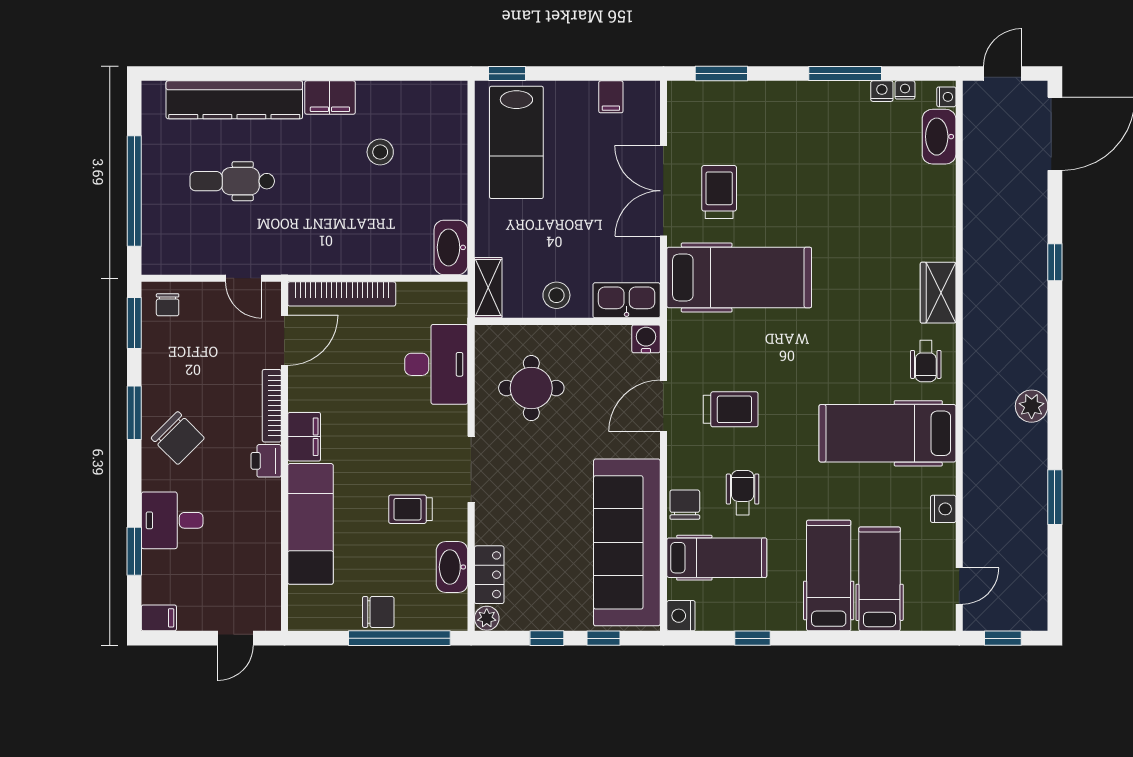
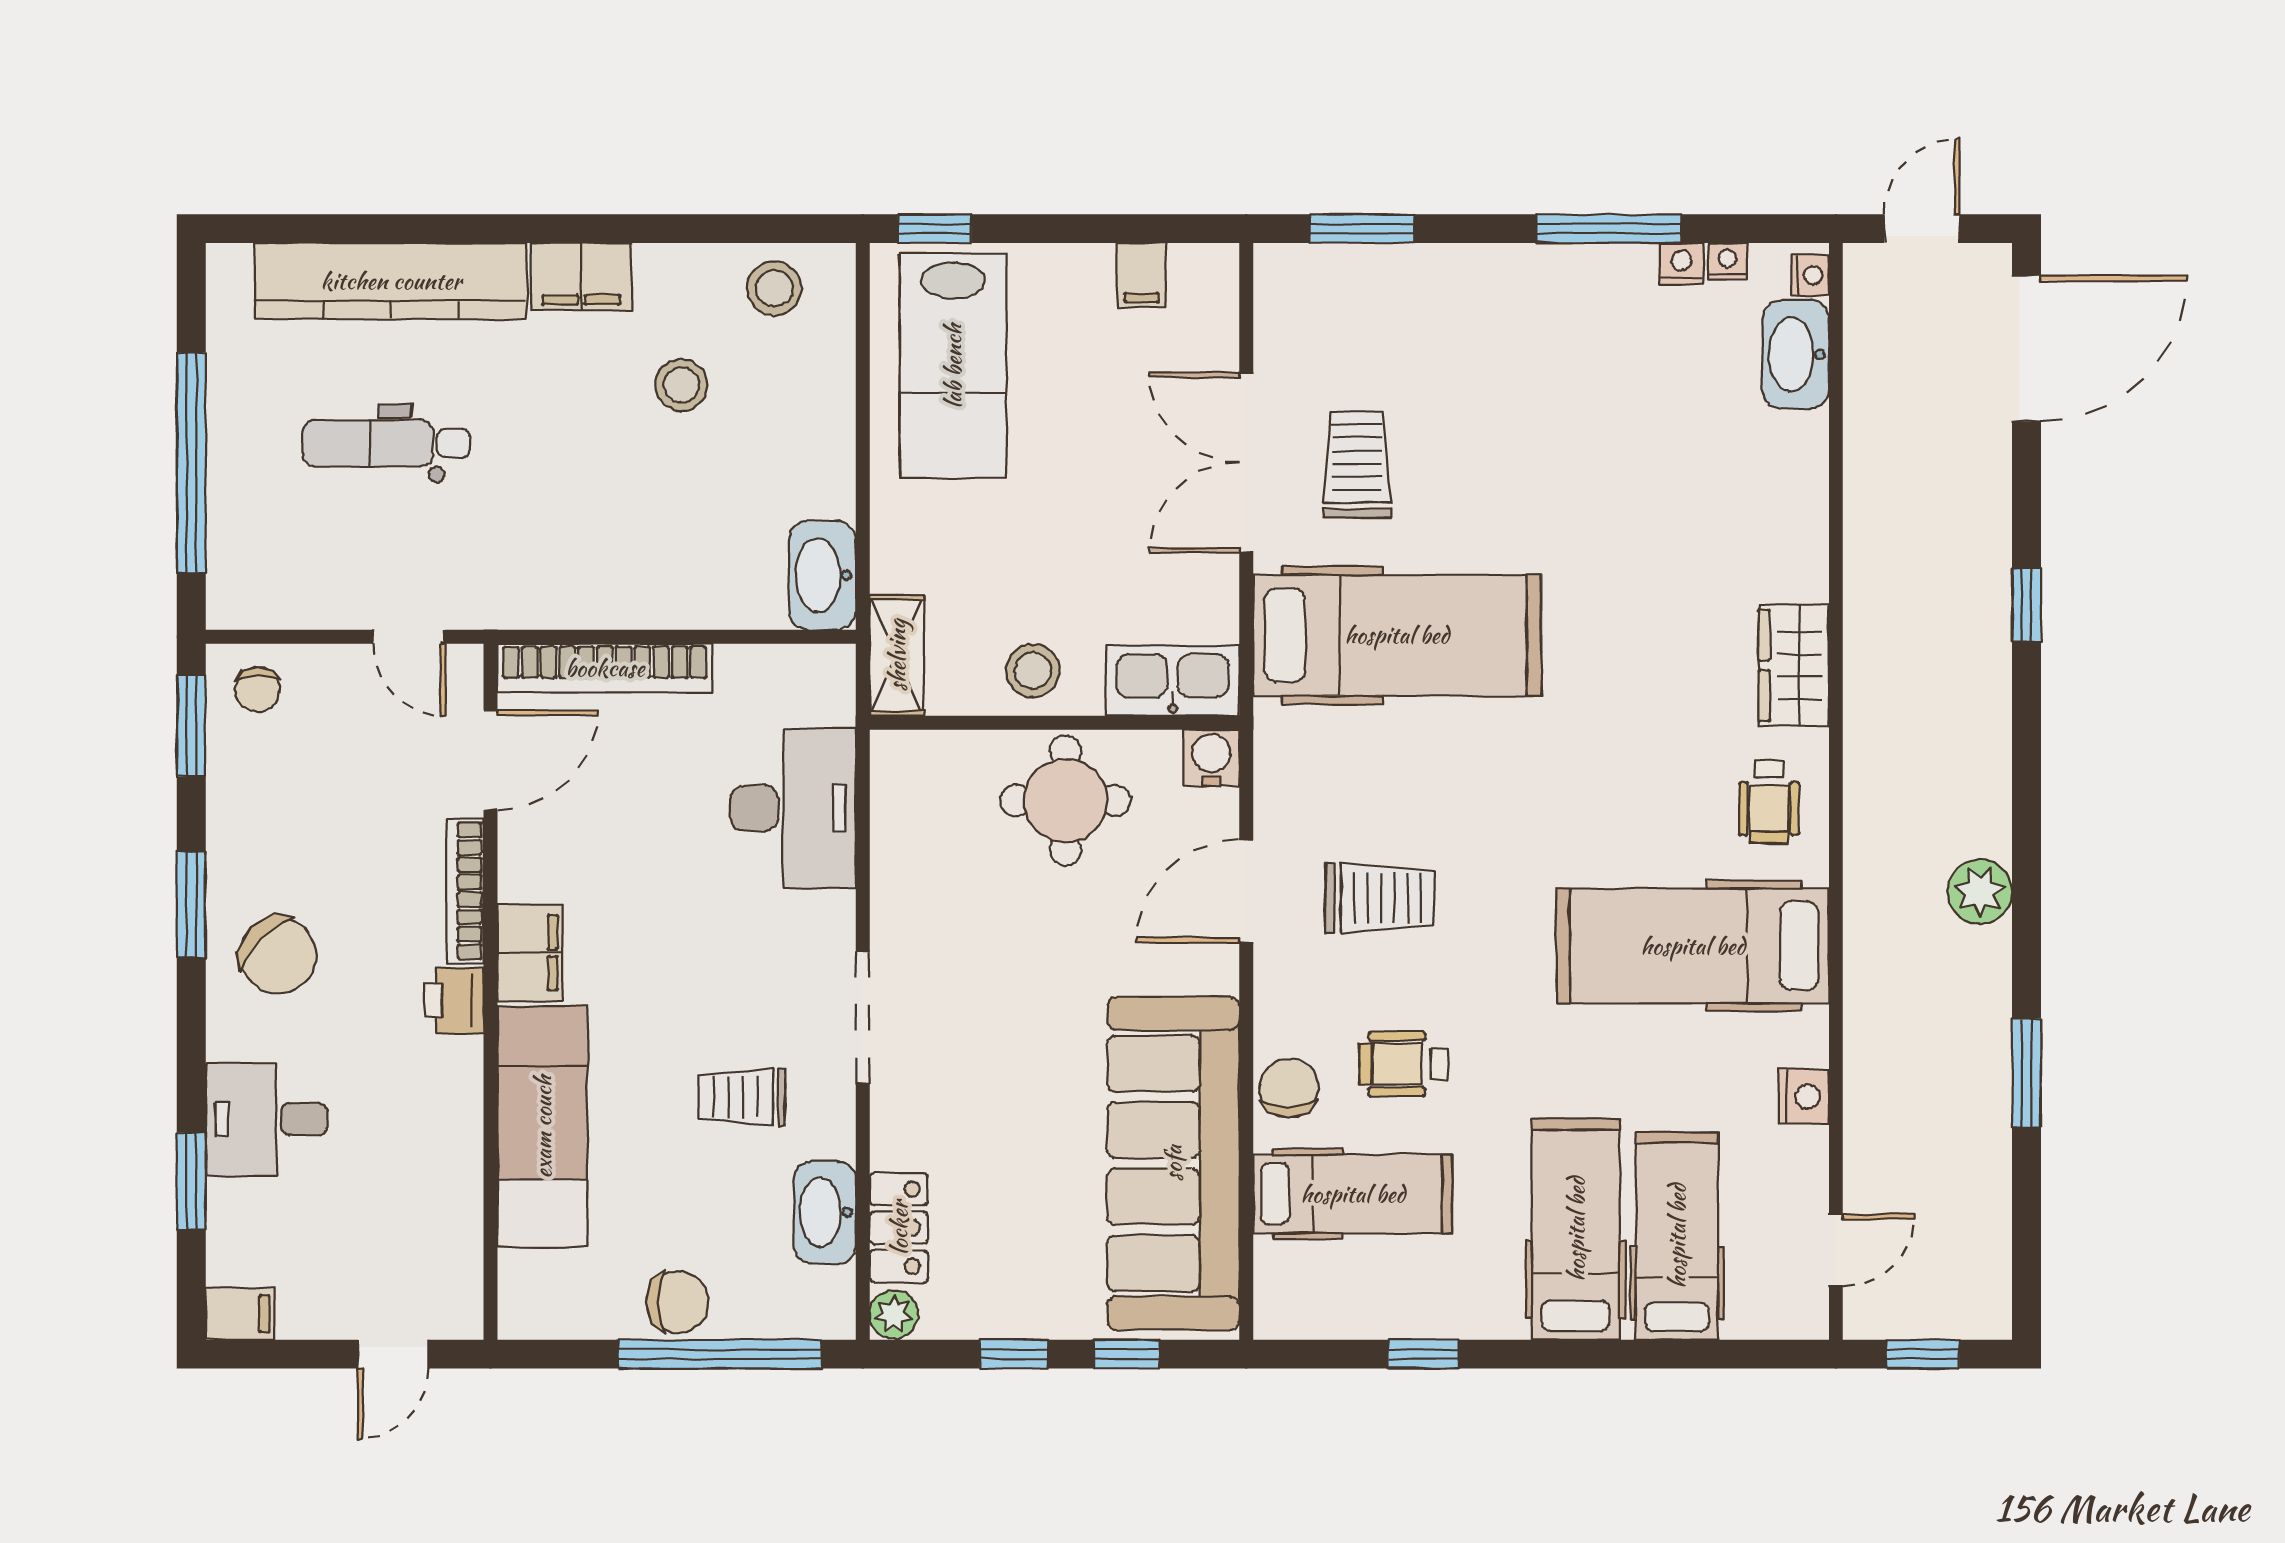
stool: (427, 104) -> (774, 288), added
round table: (531, 388) -> (1066, 800), moved
wheelchair: (743, 493) -> (1404, 1064), turned -90
nightstand: (681, 616) -> (1281, 1309), removed

